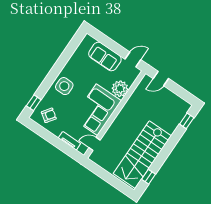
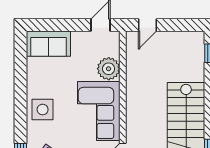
sofa: (105, 56) -> (48, 44), moved

